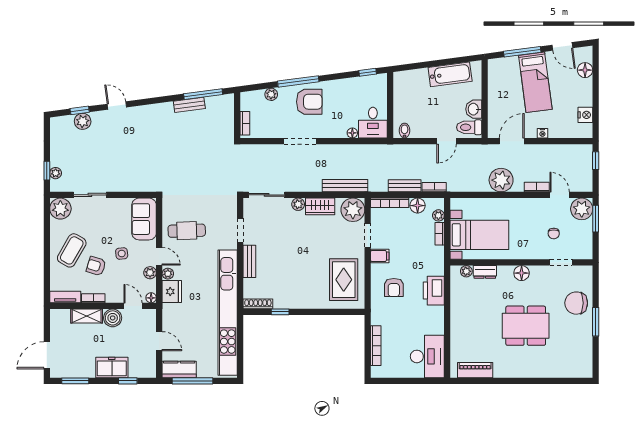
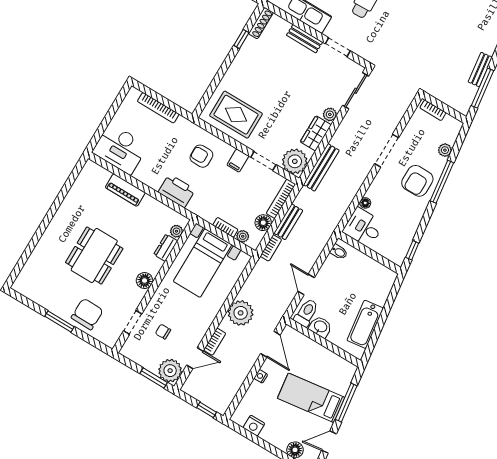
piano: (475, 370) -> (125, 190), moved, turned 90

